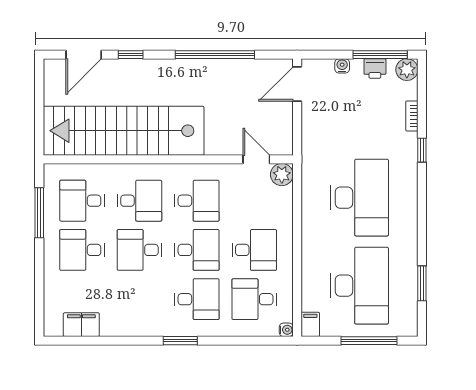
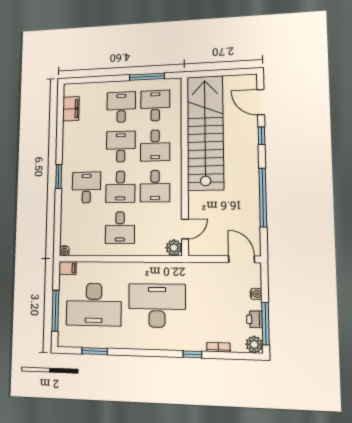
desk: (359, 198) -> (157, 306), turned 180
desk: (197, 299) -> (86, 187), turned 180
desk: (254, 299) -> (86, 228), removed

